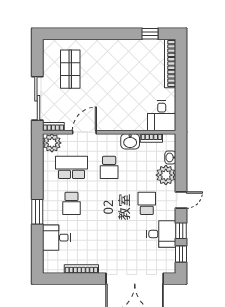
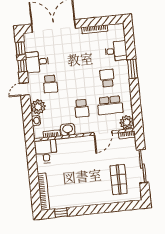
sliding door: (37, 98) -> (143, 166), moved
school desk: (109, 167) -> (82, 108), turned 180

